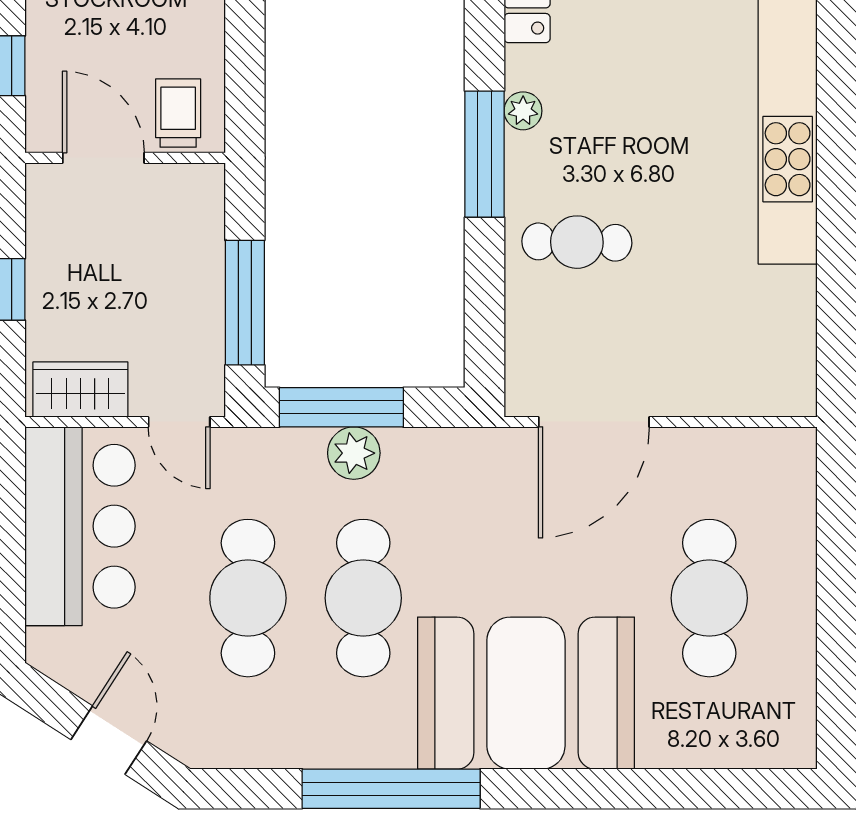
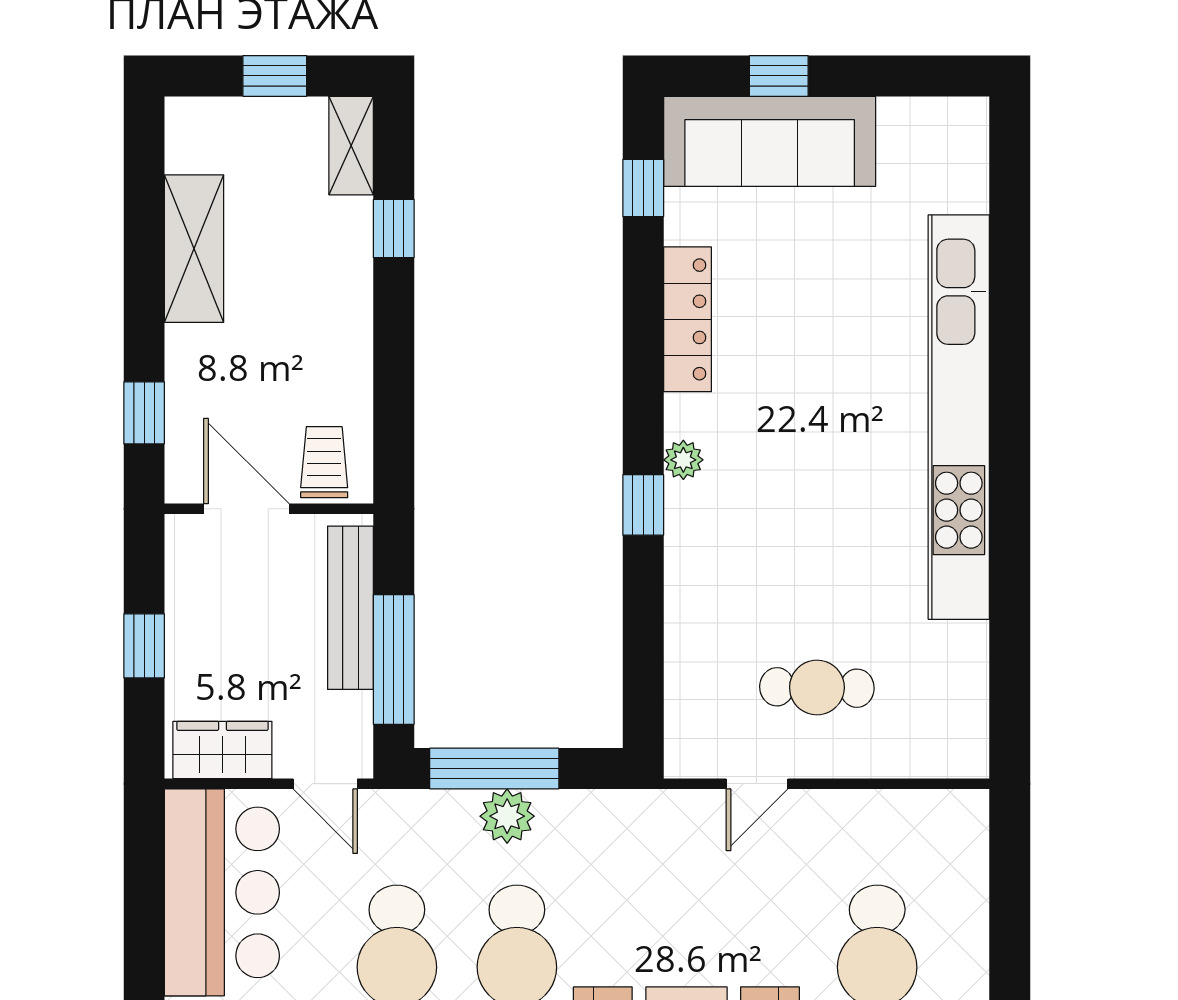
window: (484, 154) -> (643, 505), width x0.46
cafe table: (577, 242) -> (817, 687), moved
bench: (203, 253) -> (350, 608), added
door: (594, 422) -> (757, 784), width x0.53

